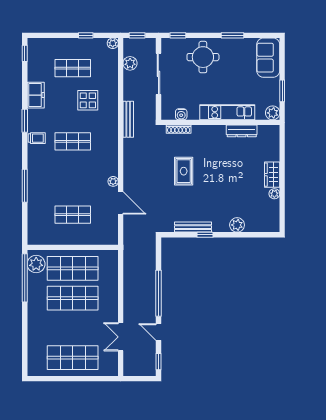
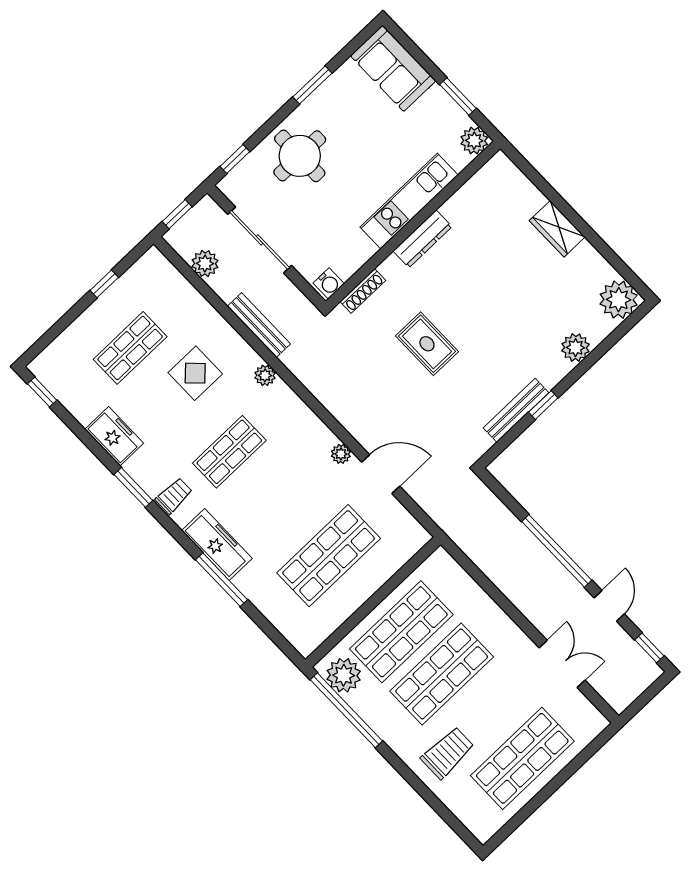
plant: (113, 43) -> (265, 375), moved
water cooler: (181, 114) -> (329, 283), moved
bench: (128, 119) -> (259, 325), moved
dresser: (242, 131) -> (423, 239), moved
freezer: (35, 171) -> (217, 544), added
plant: (274, 194) -> (619, 300), moved, width x1.88, depth x1.88
shop shelf: (73, 215) -> (329, 556), width x1.43, depth x1.36
trolley: (47, 329) -> (448, 753), added
door: (158, 332) -> (609, 606), swing flipped
double door: (121, 337) -> (562, 664), swing flipped

